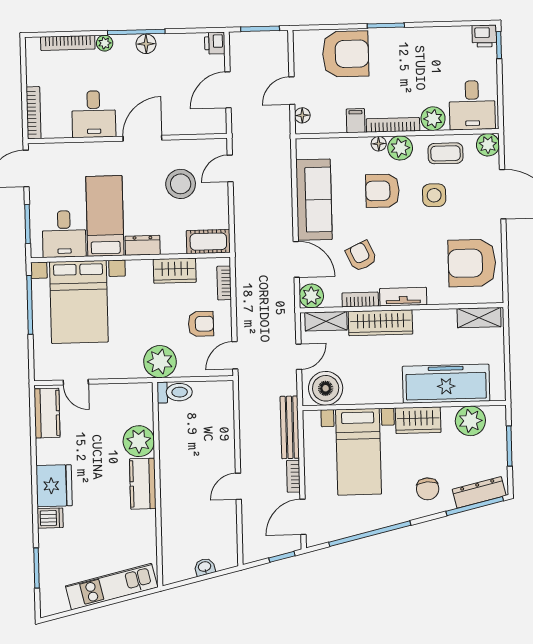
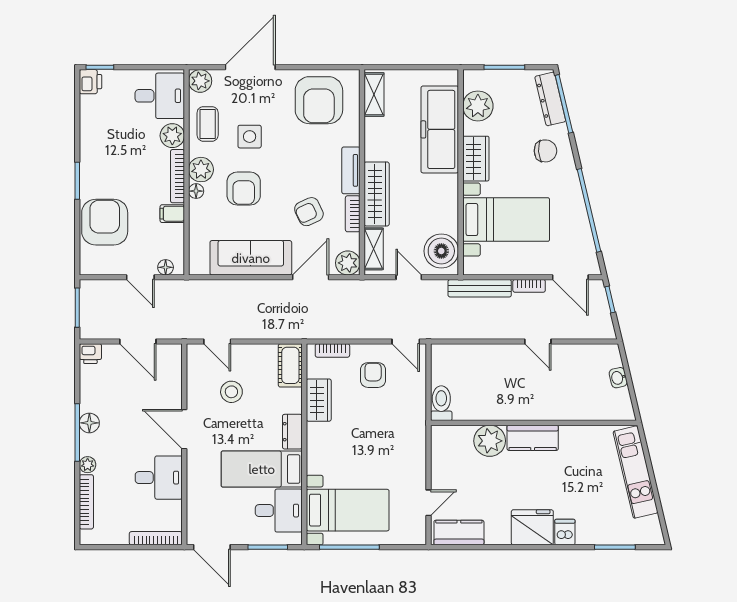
stool: (181, 184) -> (231, 392), width x0.73, depth x0.73
bed with nightstands: (79, 302) -> (348, 510), width x0.73
plant: (160, 362) -> (410, 417), removed

